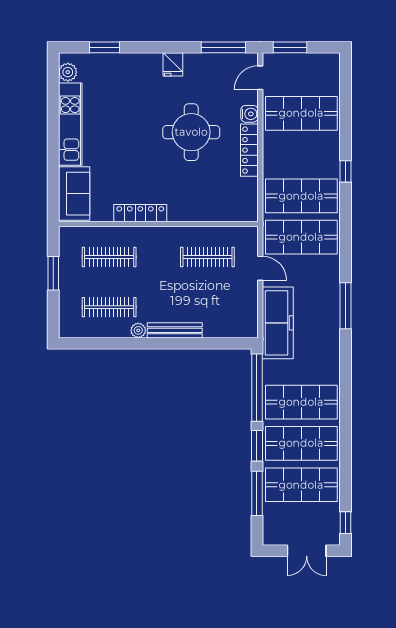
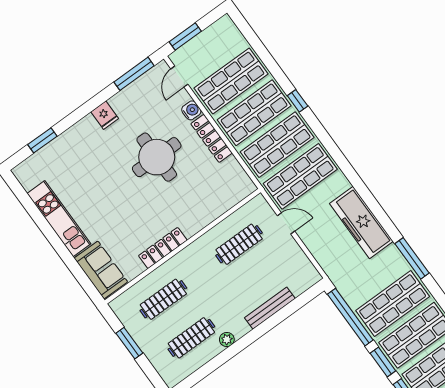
plant: (68, 72) -> (28, 180), removed
shop shelf: (301, 155) -> (254, 113), added
window: (346, 306) -> (412, 258), moved
freezer: (278, 323) -> (361, 222), moved, turned 180
bench: (175, 330) -> (270, 308), moved

